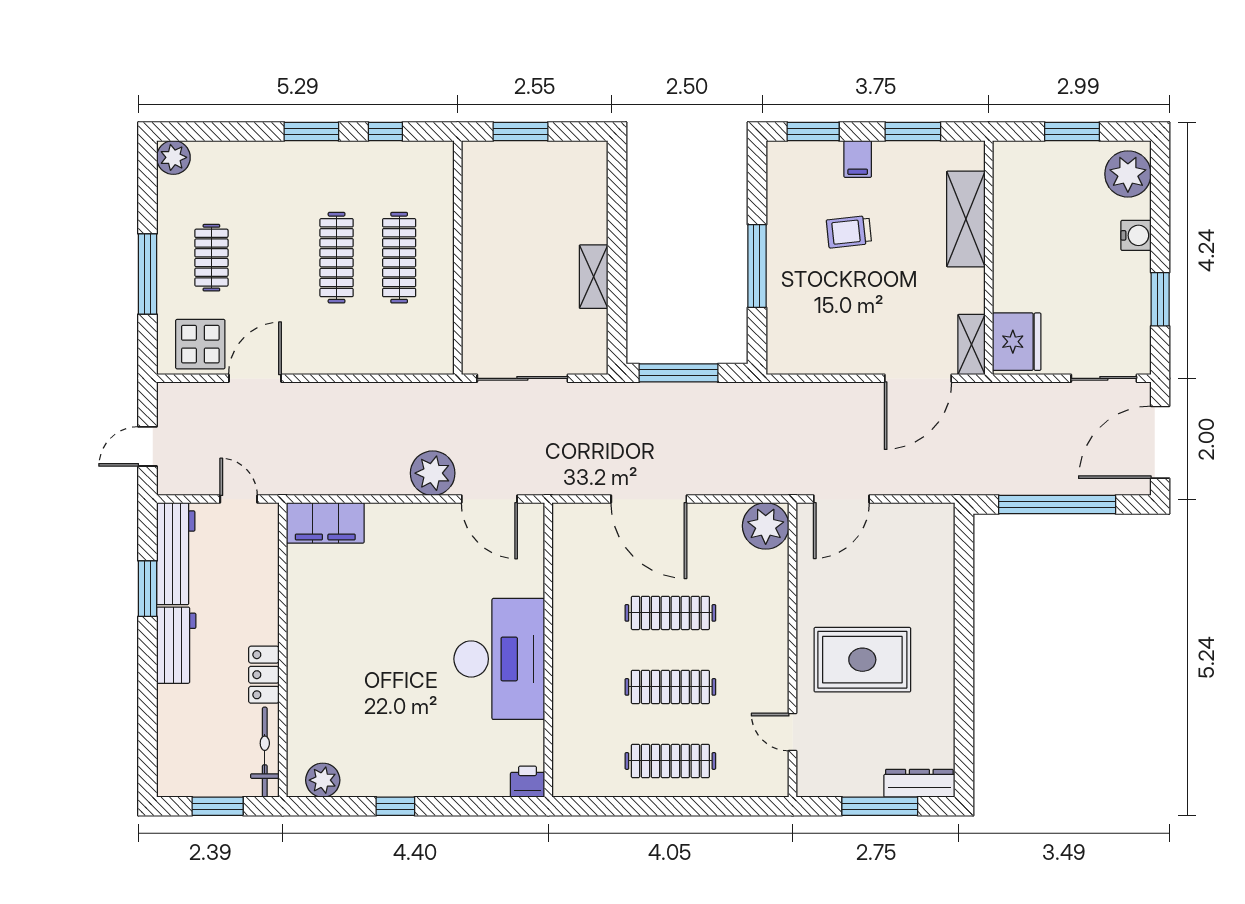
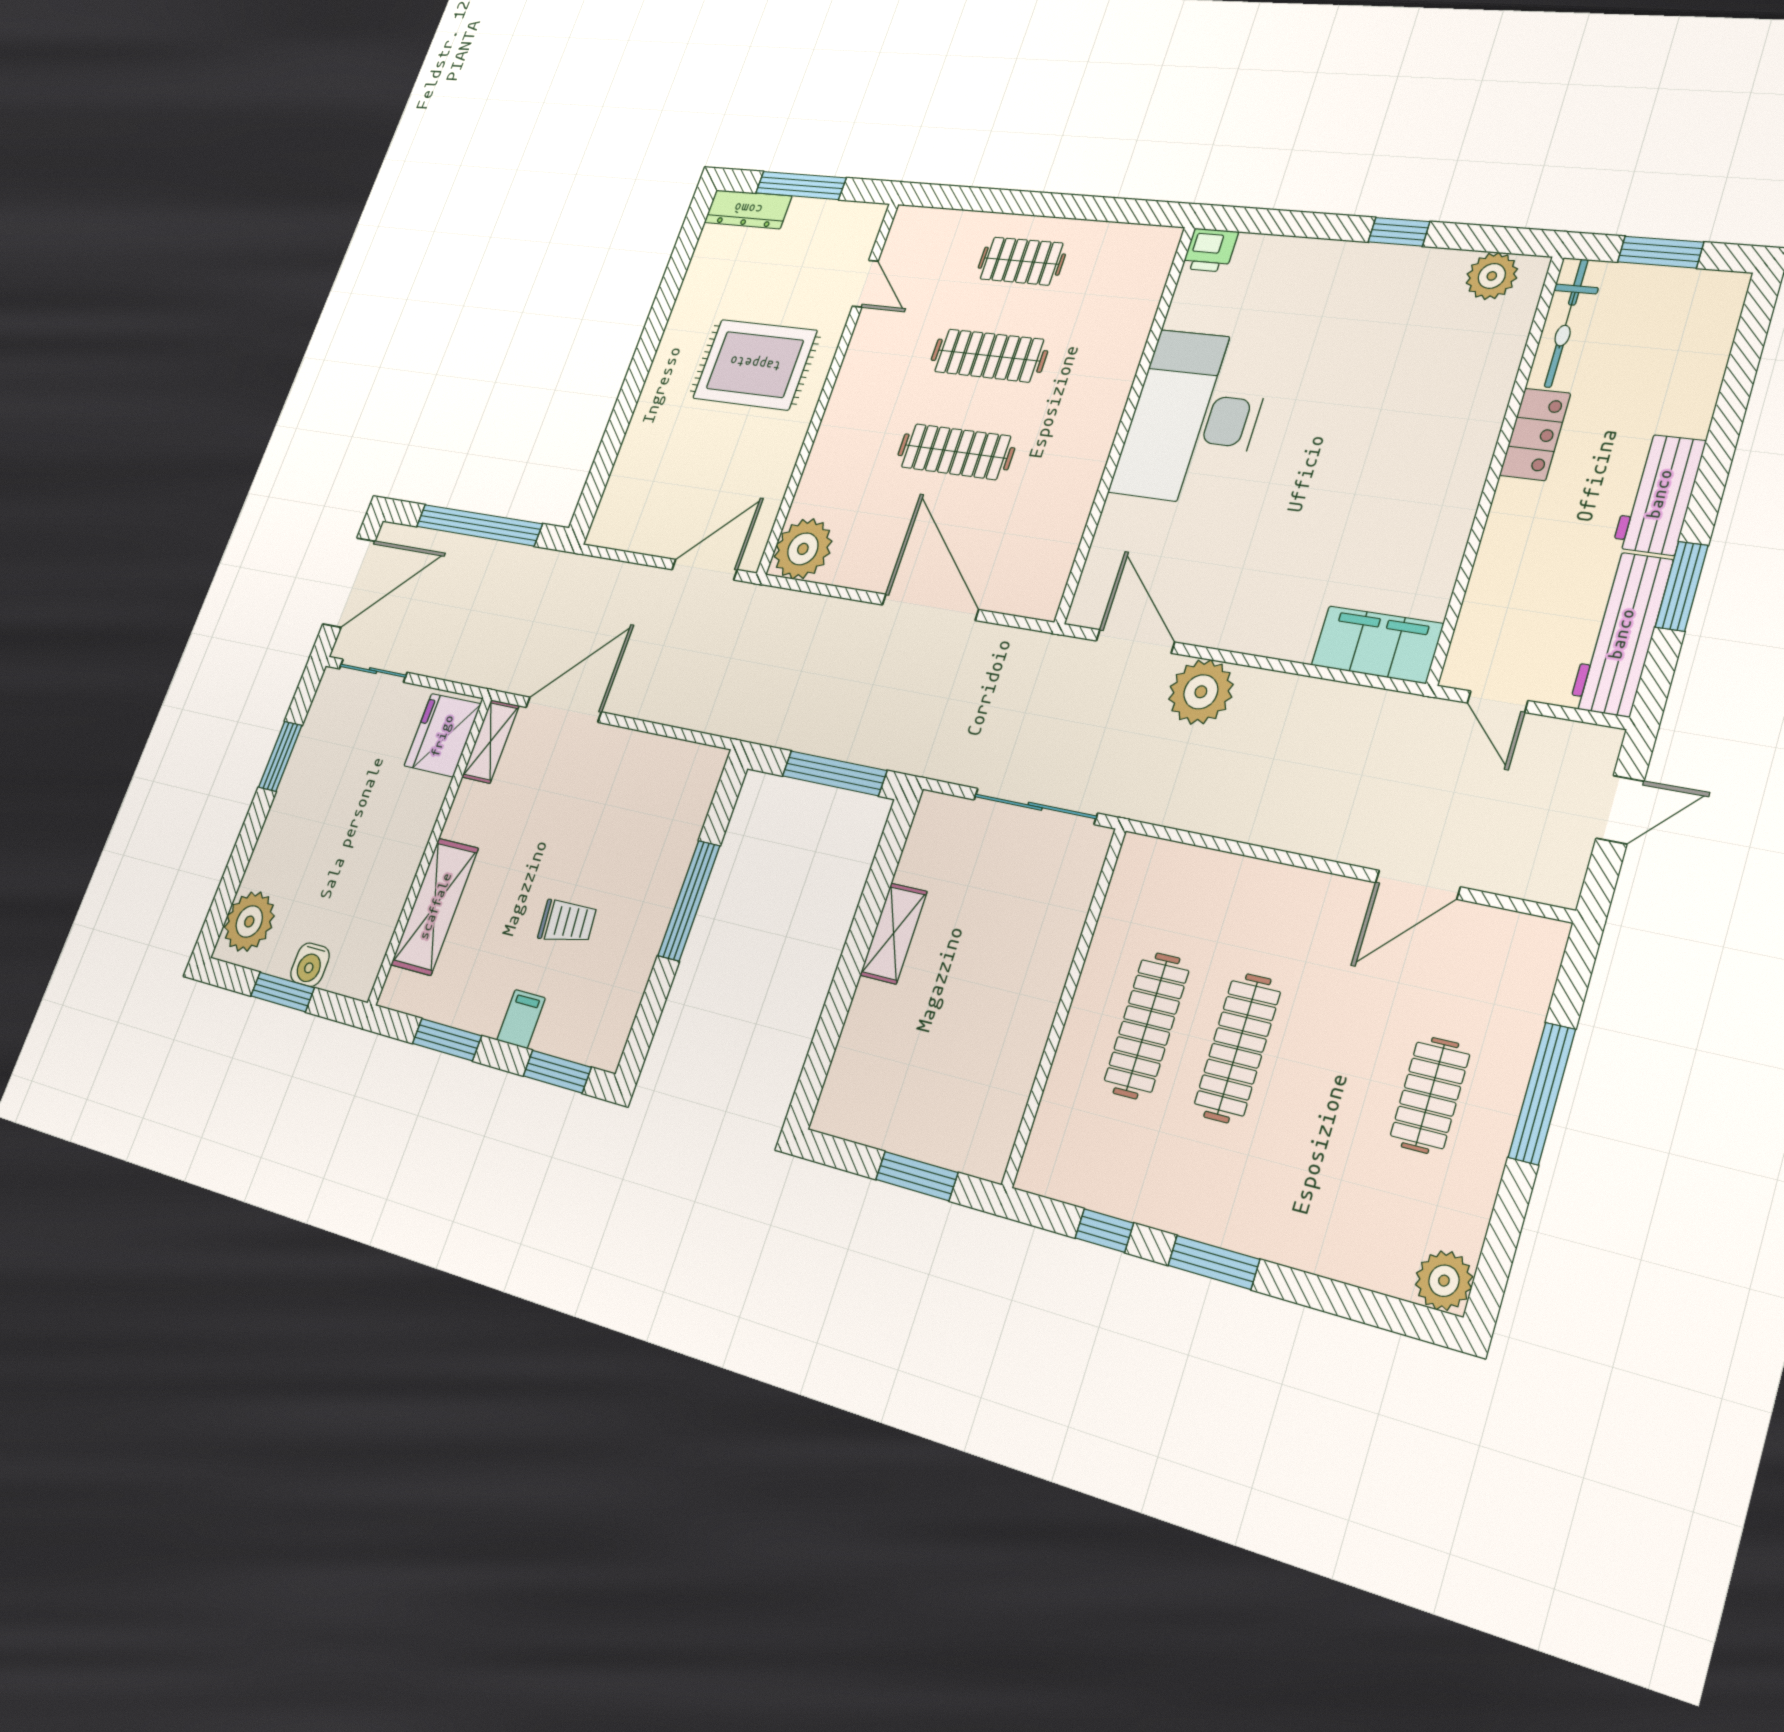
water cooler: (1136, 235) -> (310, 965), moved, turned -90
display table: (200, 344) -> (1488, 958), removed
clothes rail: (670, 761) -> (1021, 261), width x0.73

